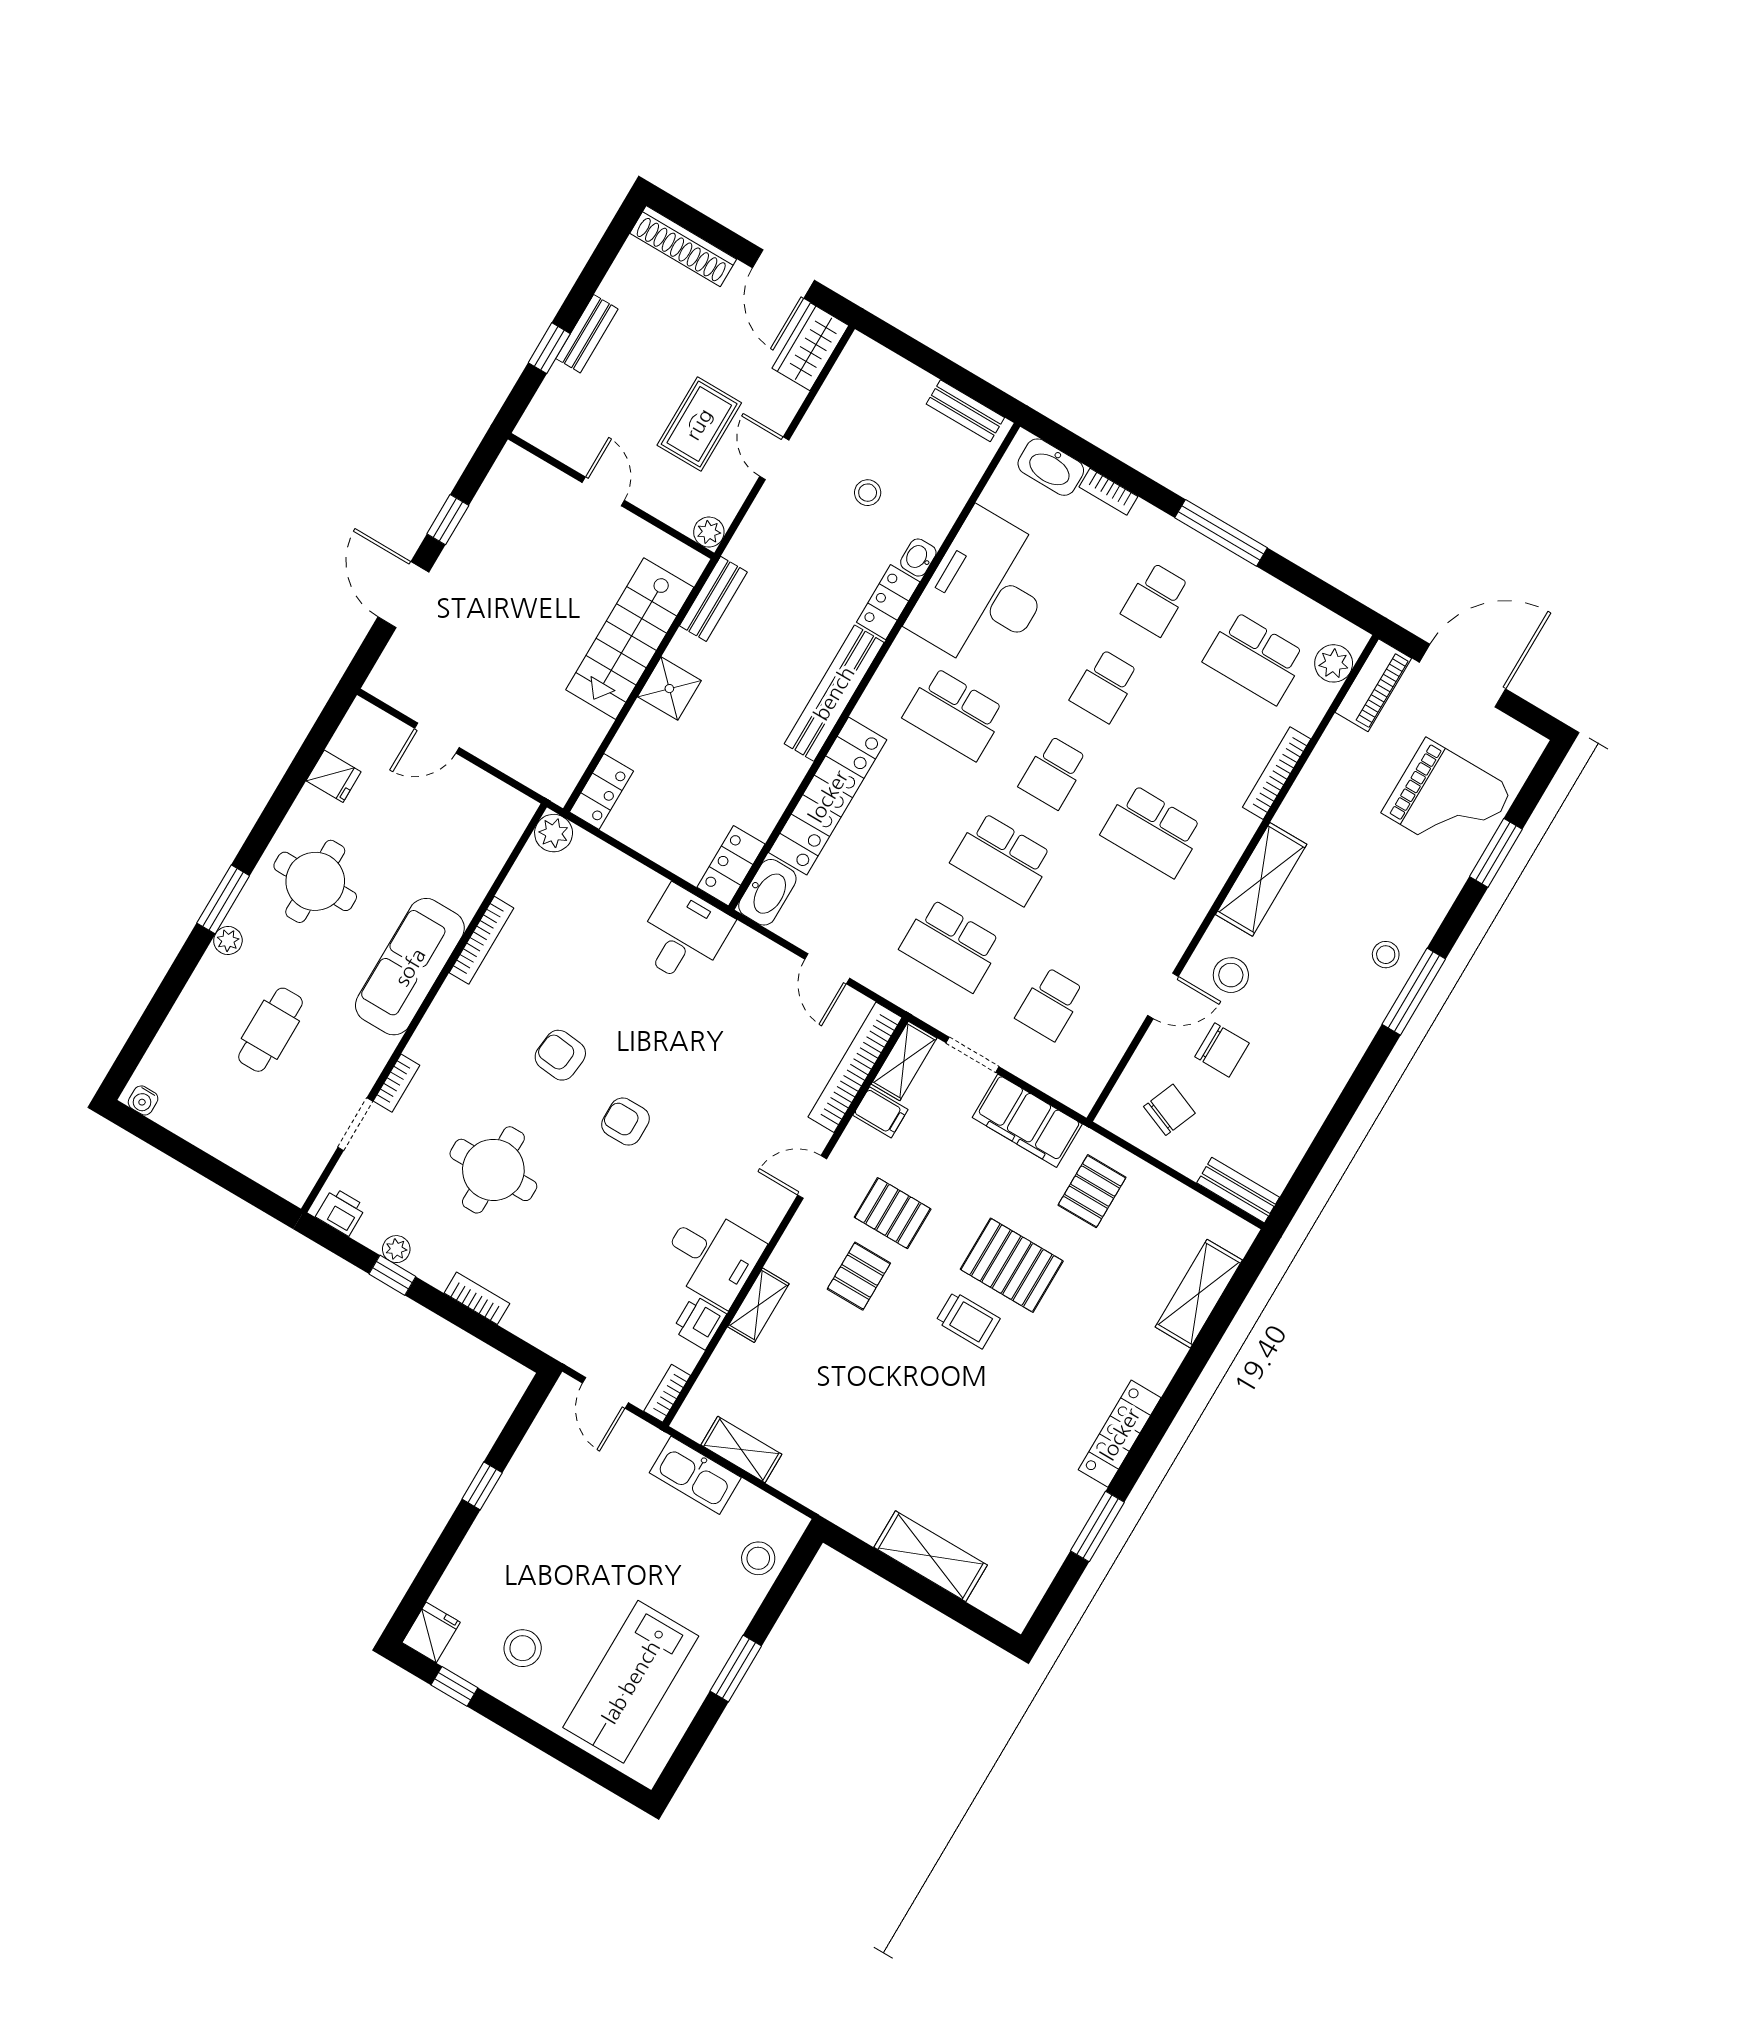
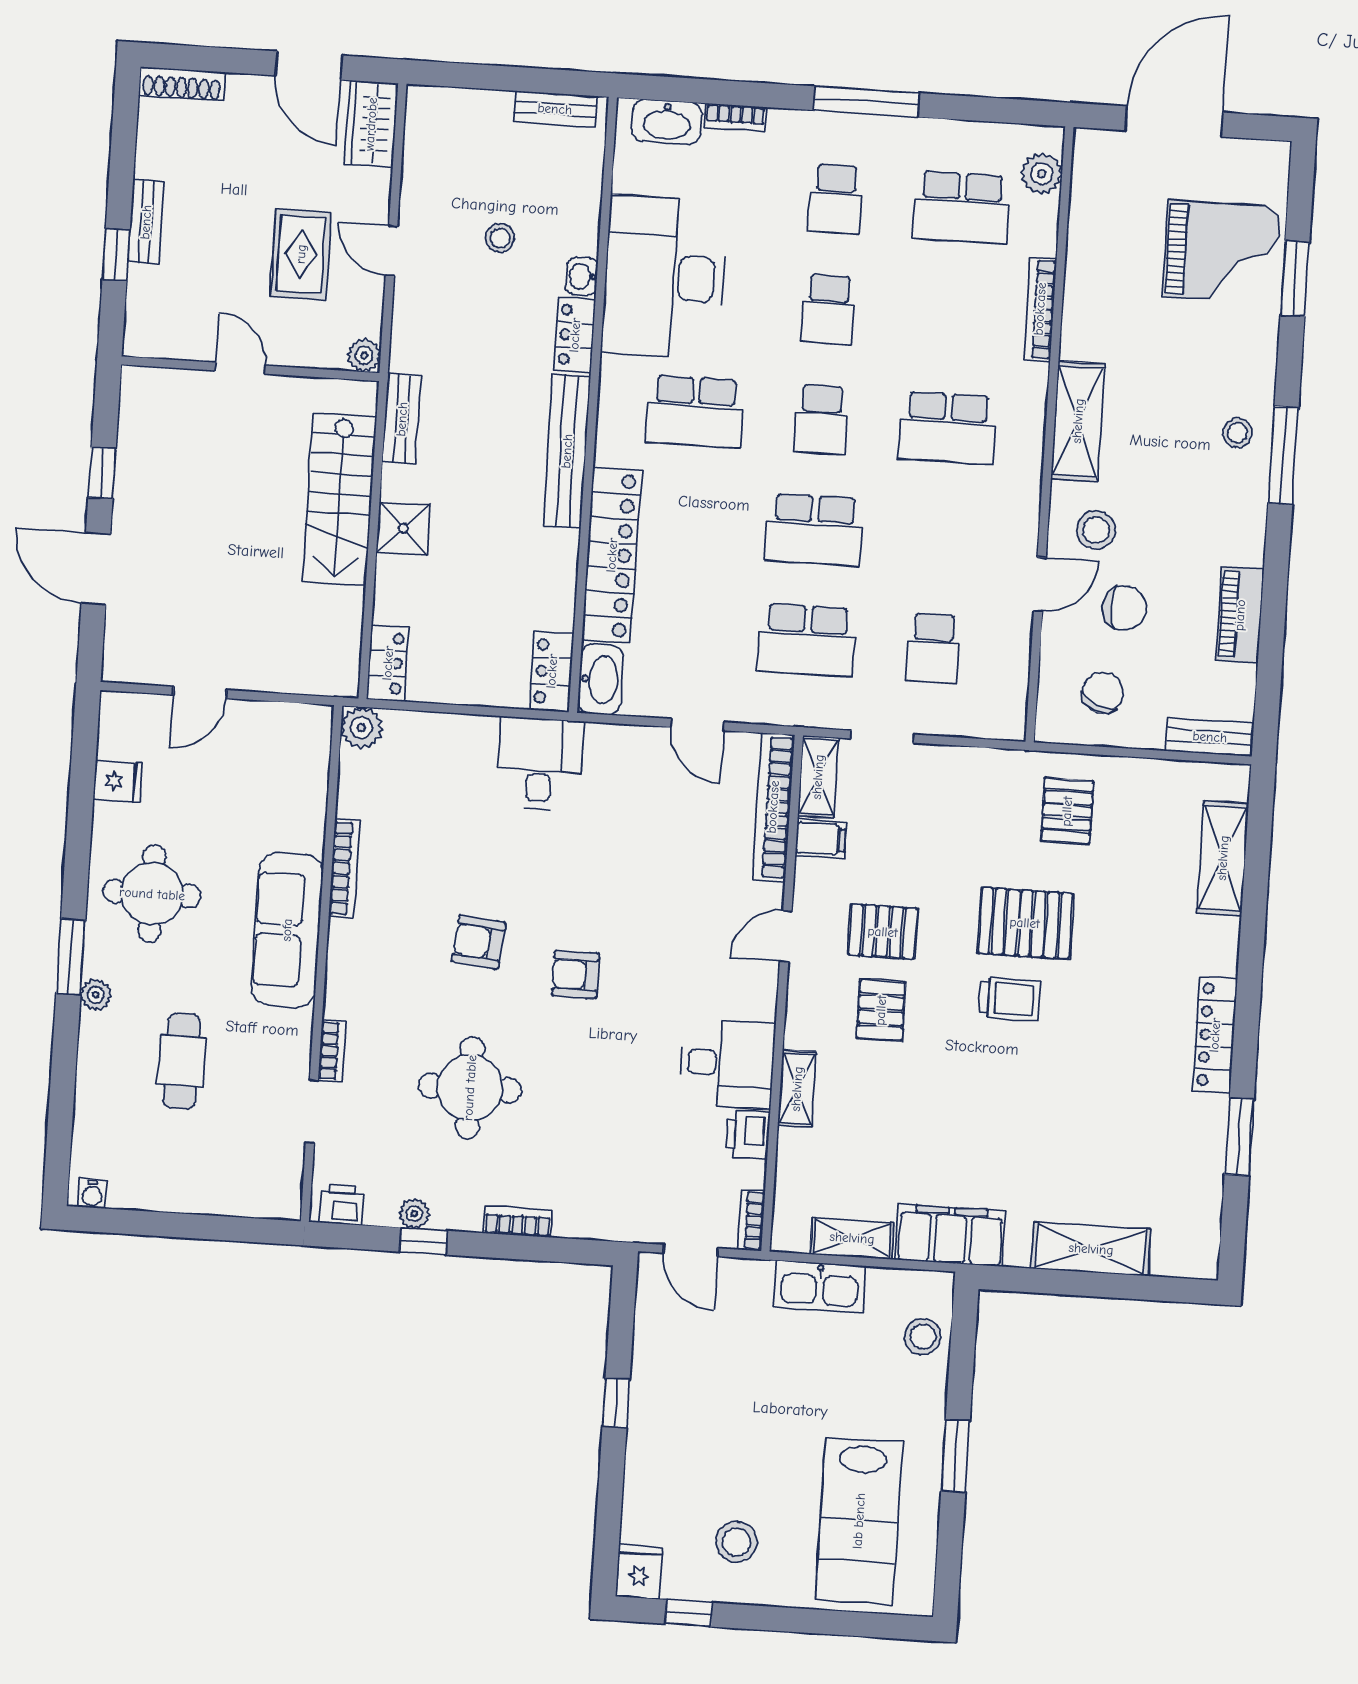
shoe rack: (683, 246) -> (182, 84), width x0.74, depth x0.81
piano: (1373, 685) -> (1240, 615), moved, turned 180
filing cabinet: (1027, 1121) -> (950, 1235), moved, turned 180

